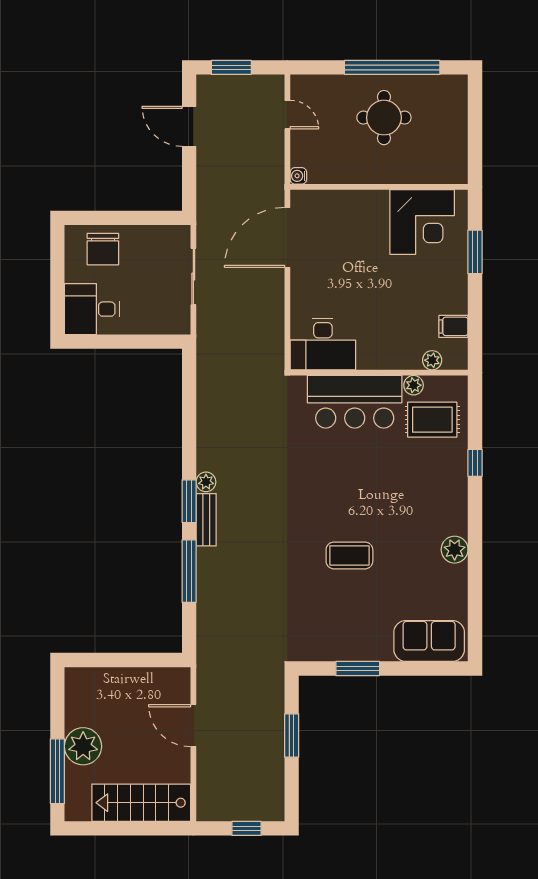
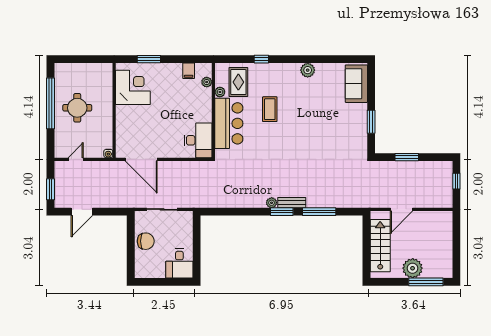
chair: (103, 249) -> (146, 241), moved
coffee table: (349, 555) -> (270, 109), moved
stairs: (141, 803) -> (380, 246), moved, turned 180

